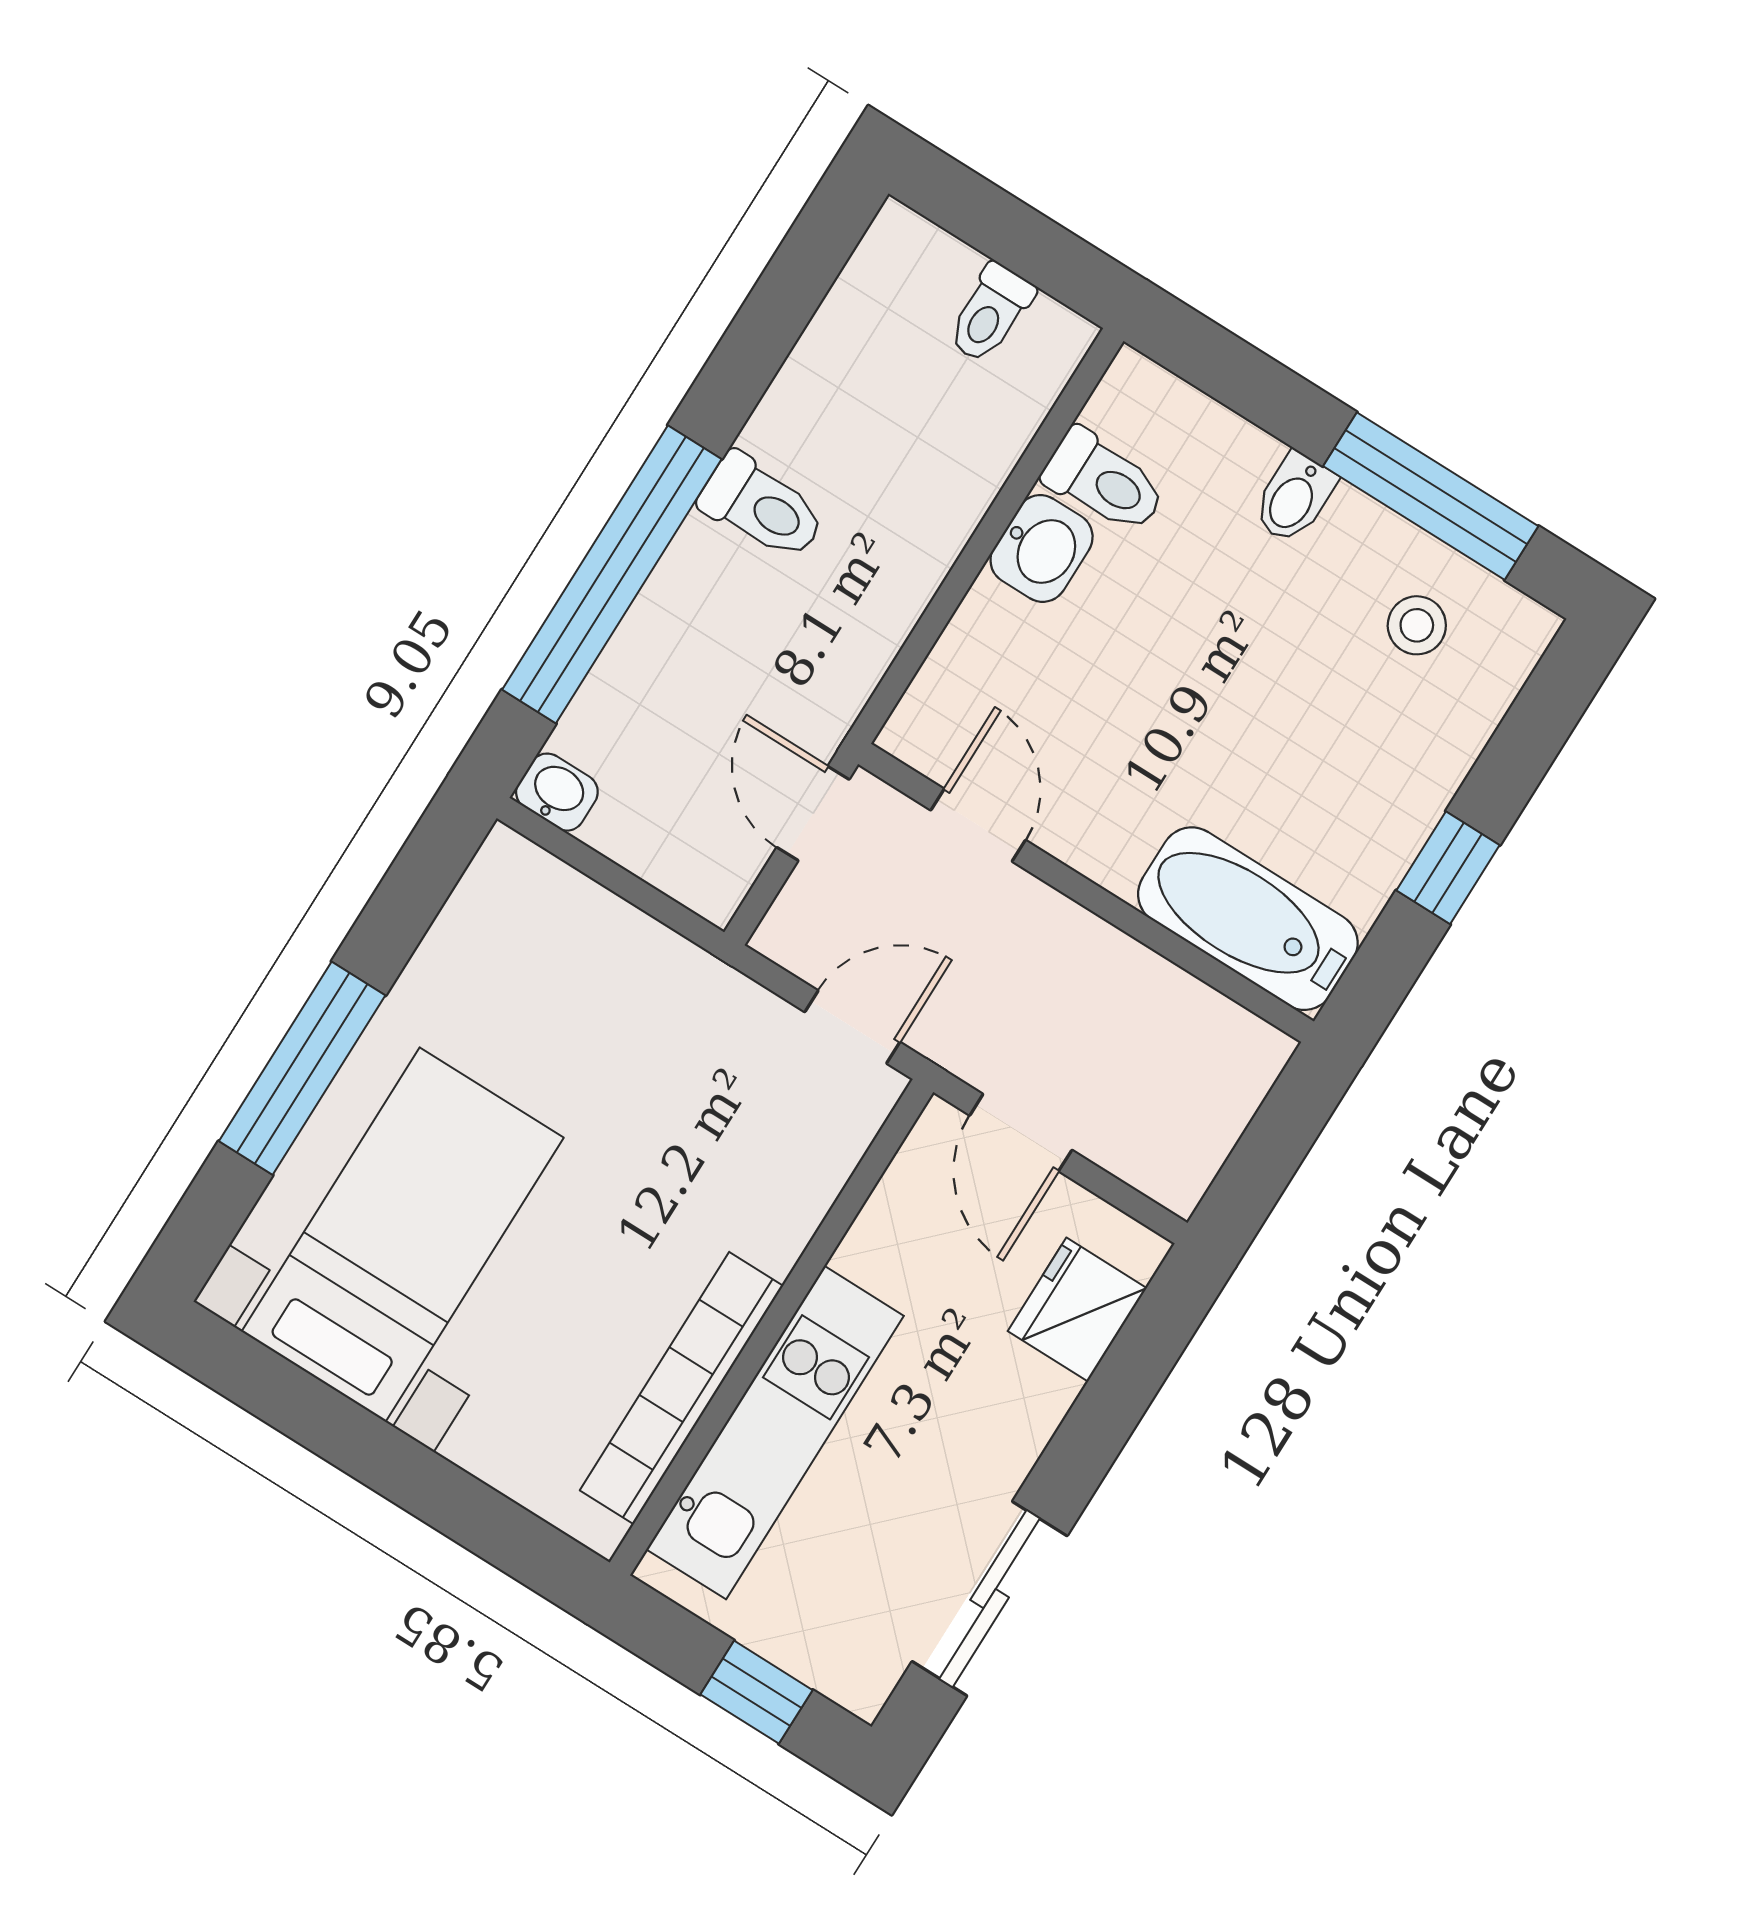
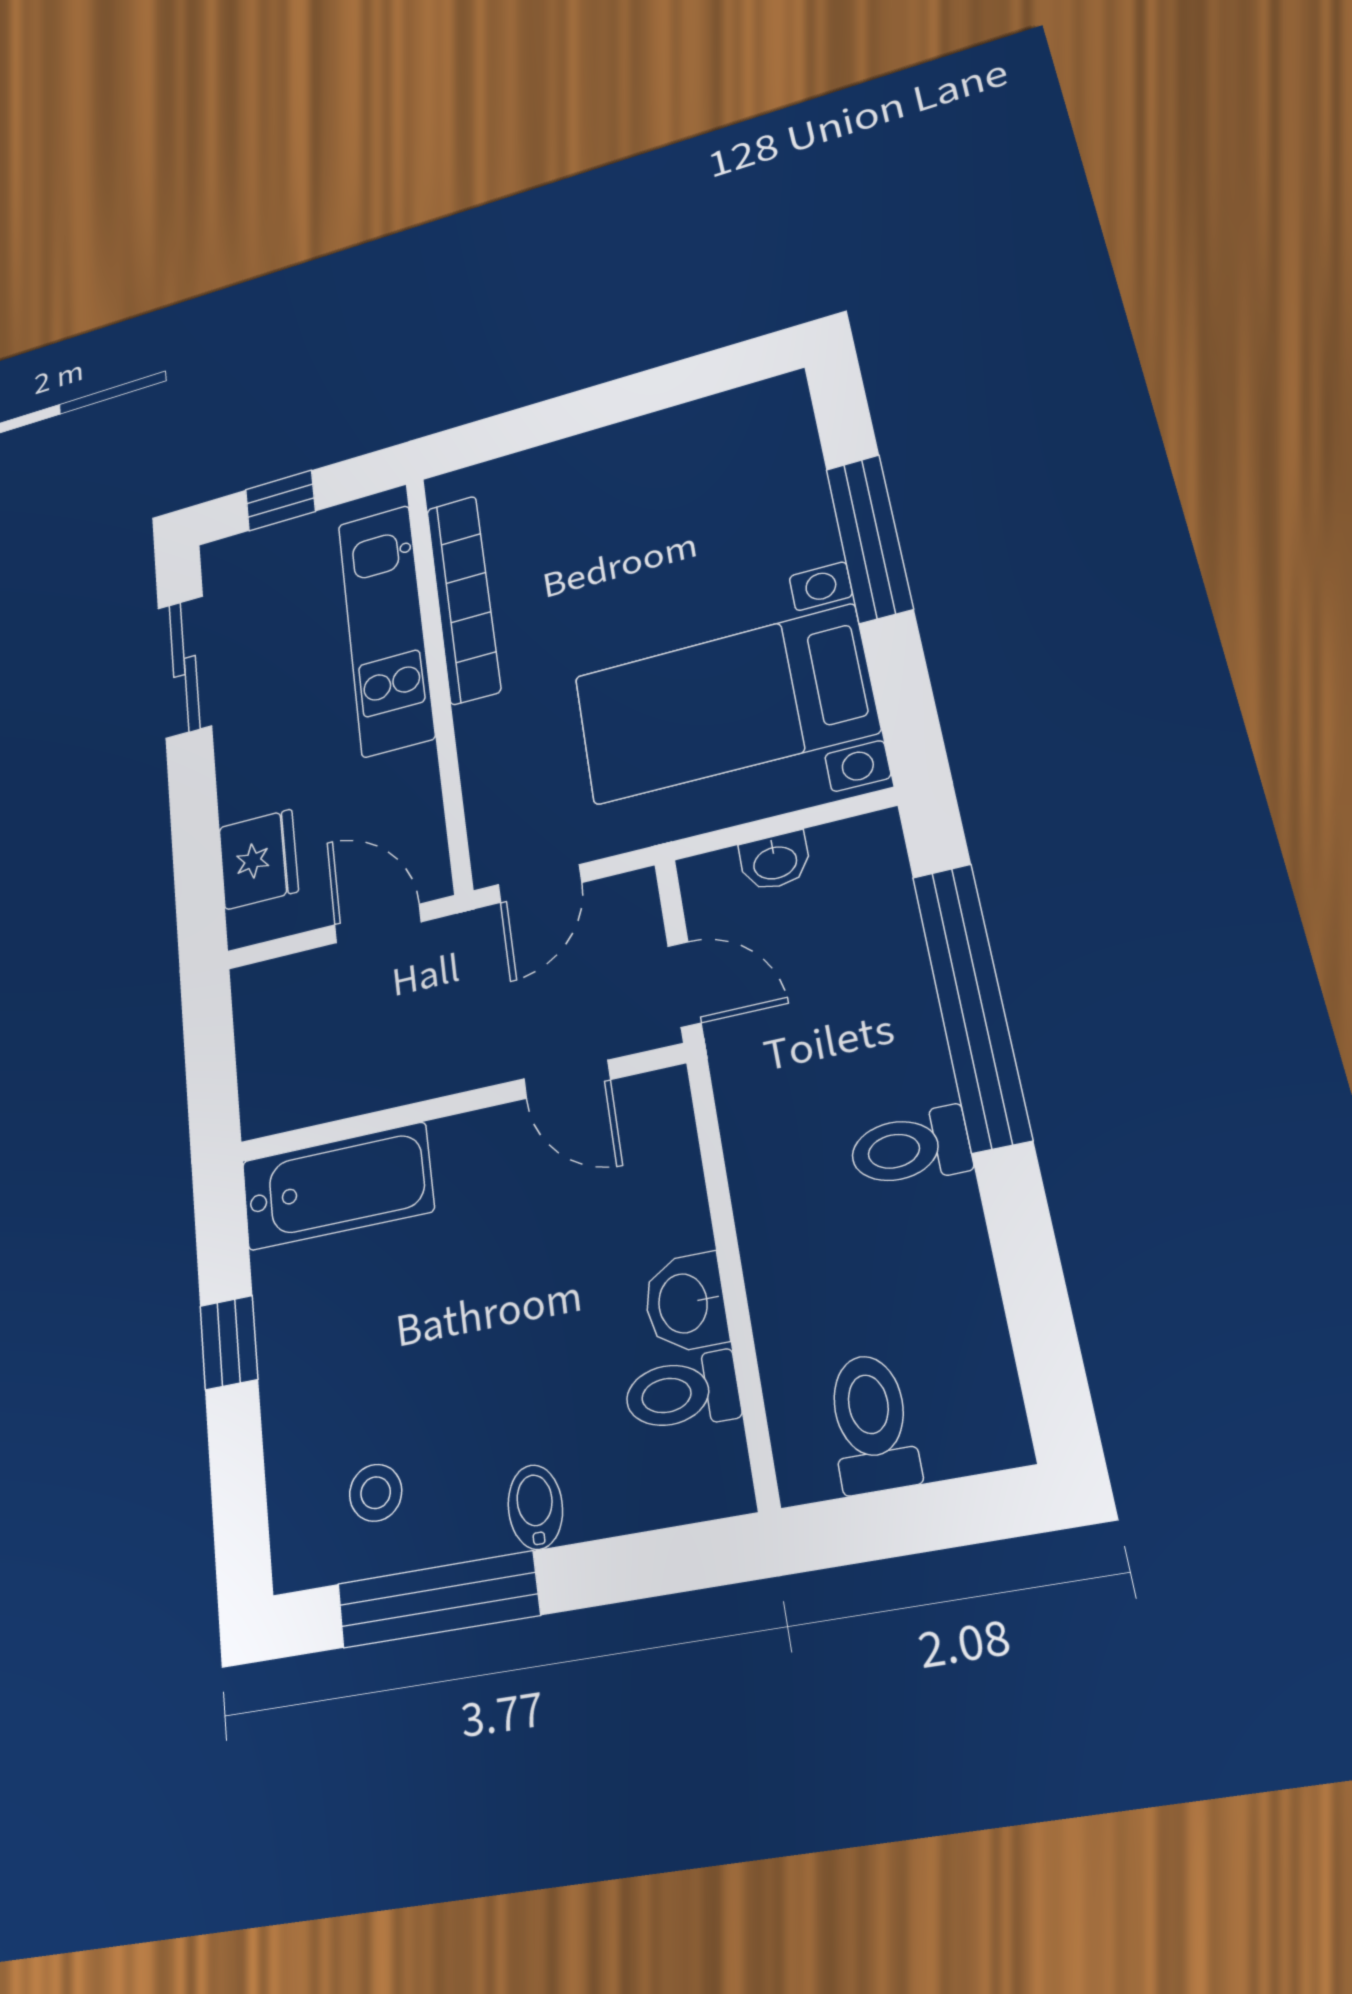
toilet: (990, 313) -> (872, 1423), width x1.37, depth x1.39
washbasin: (557, 792) -> (775, 861), moved
bed with nightstands: (403, 1235) -> (724, 704), moved, turned 90

